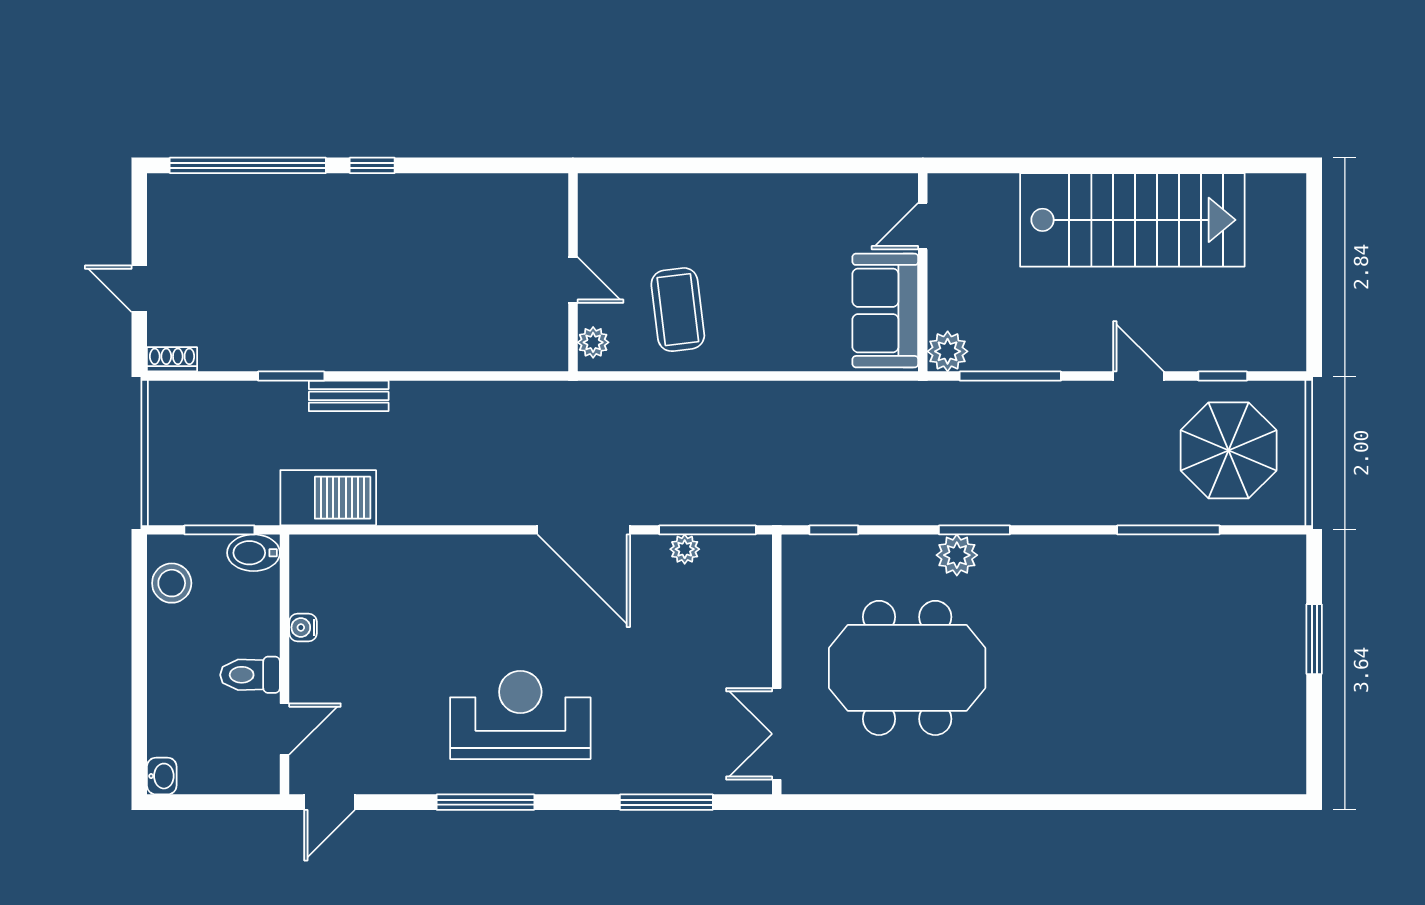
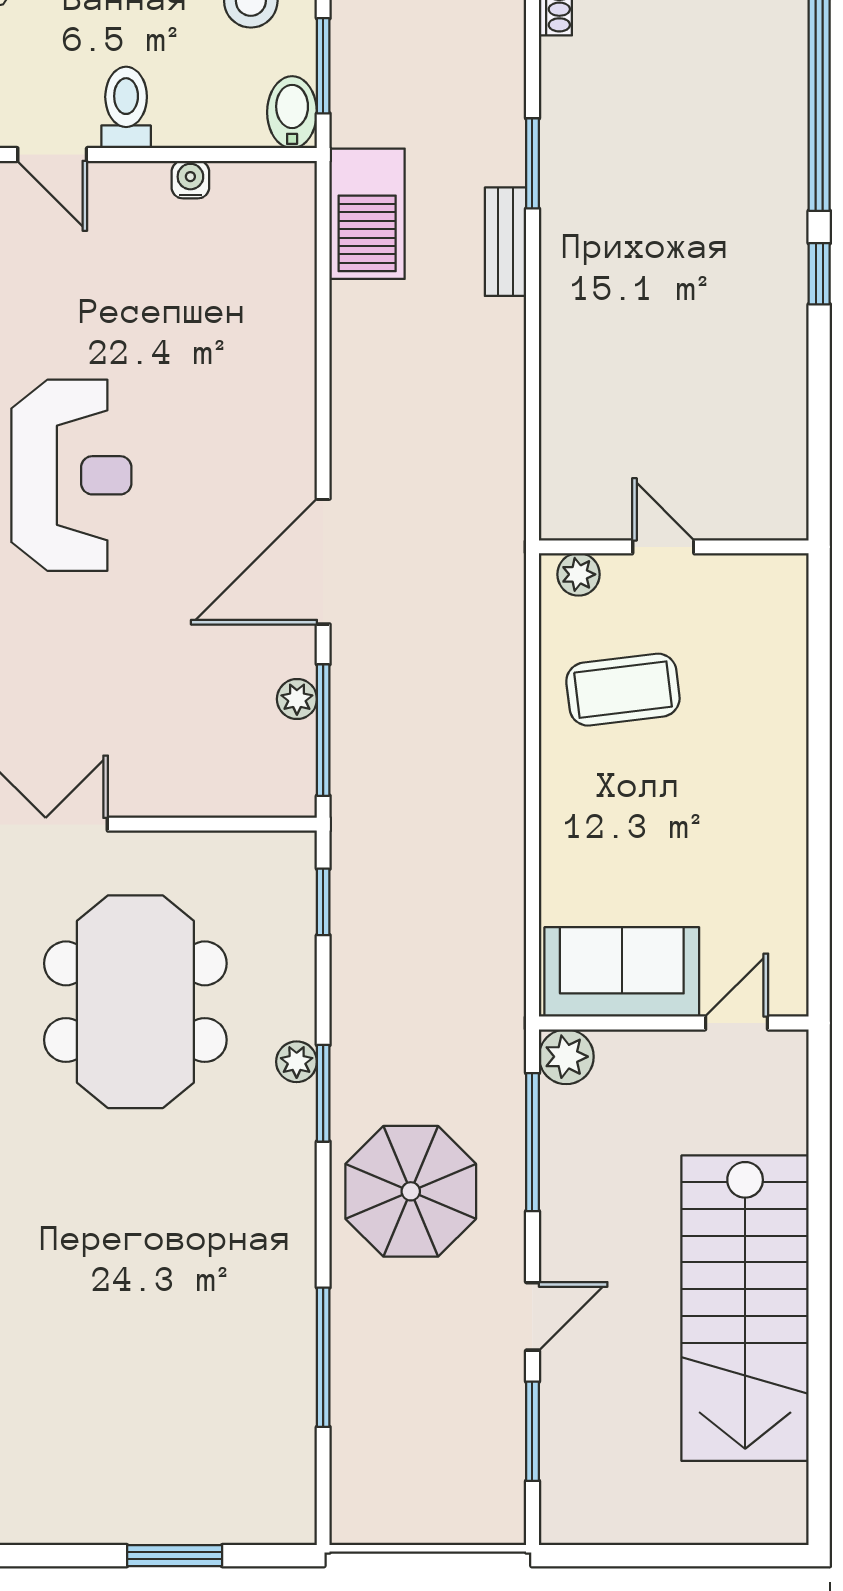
door: (923, 226) -> (737, 1023), hinge flipped
door: (573, 280) -> (663, 547), swing flipped
window: (1223, 376) -> (532, 1431), width x1.50
parasol: (1229, 450) -> (411, 1191), moved
plant: (957, 555) -> (297, 1062), width x0.73, depth x0.73

